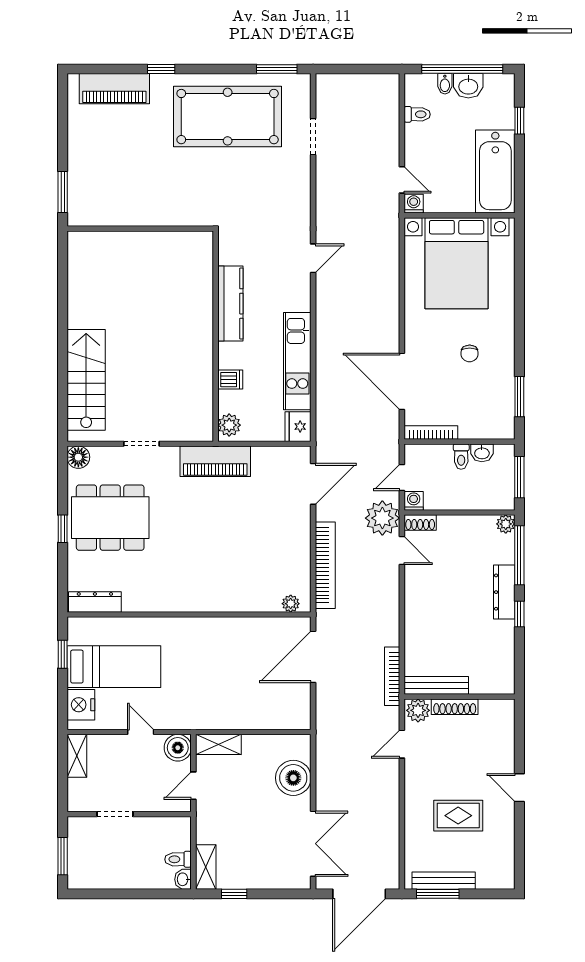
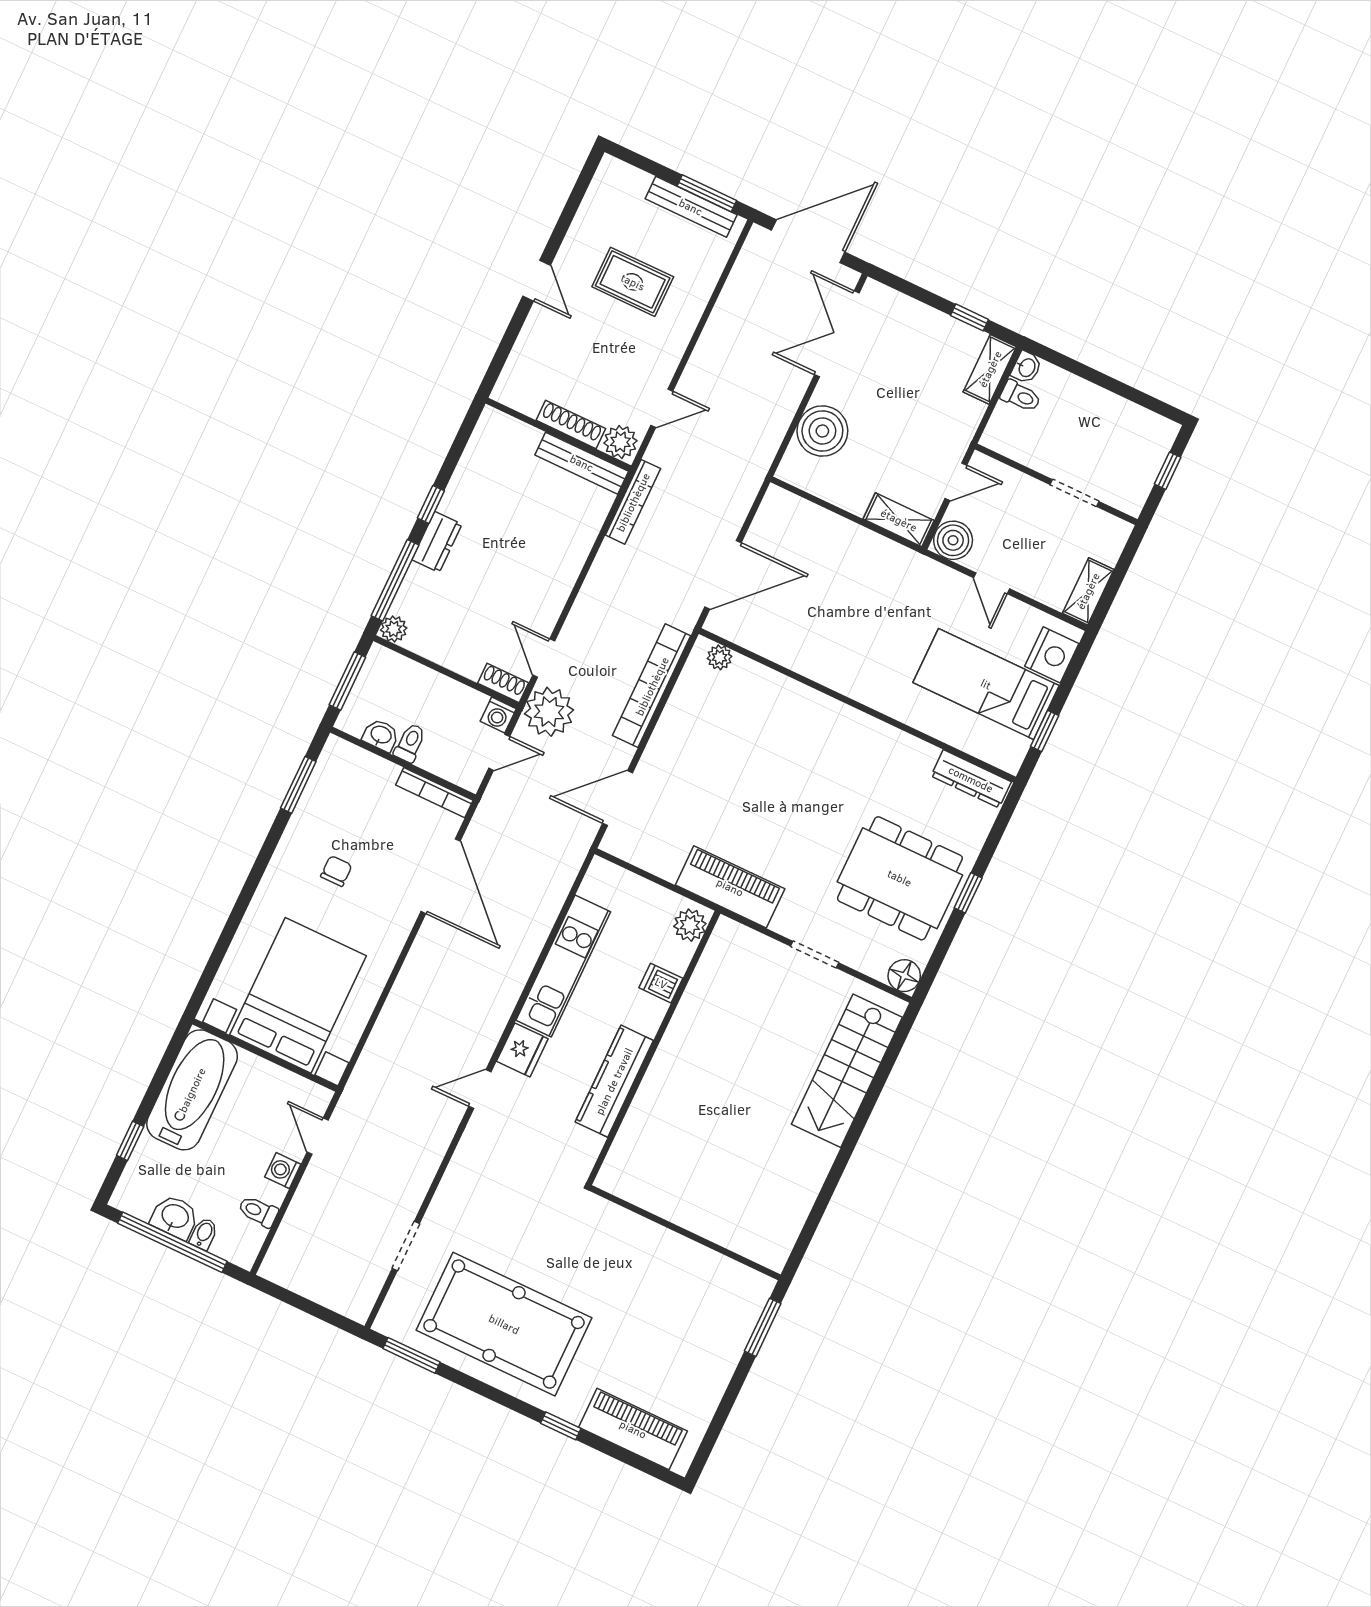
washing machine: (414, 204) -> (283, 1171), moved, turned 90
fridge: (298, 427) -> (522, 1050), moved
dresser: (504, 592) -> (437, 542), width x0.70
window: (63, 856) -> (1168, 471), width x0.67

